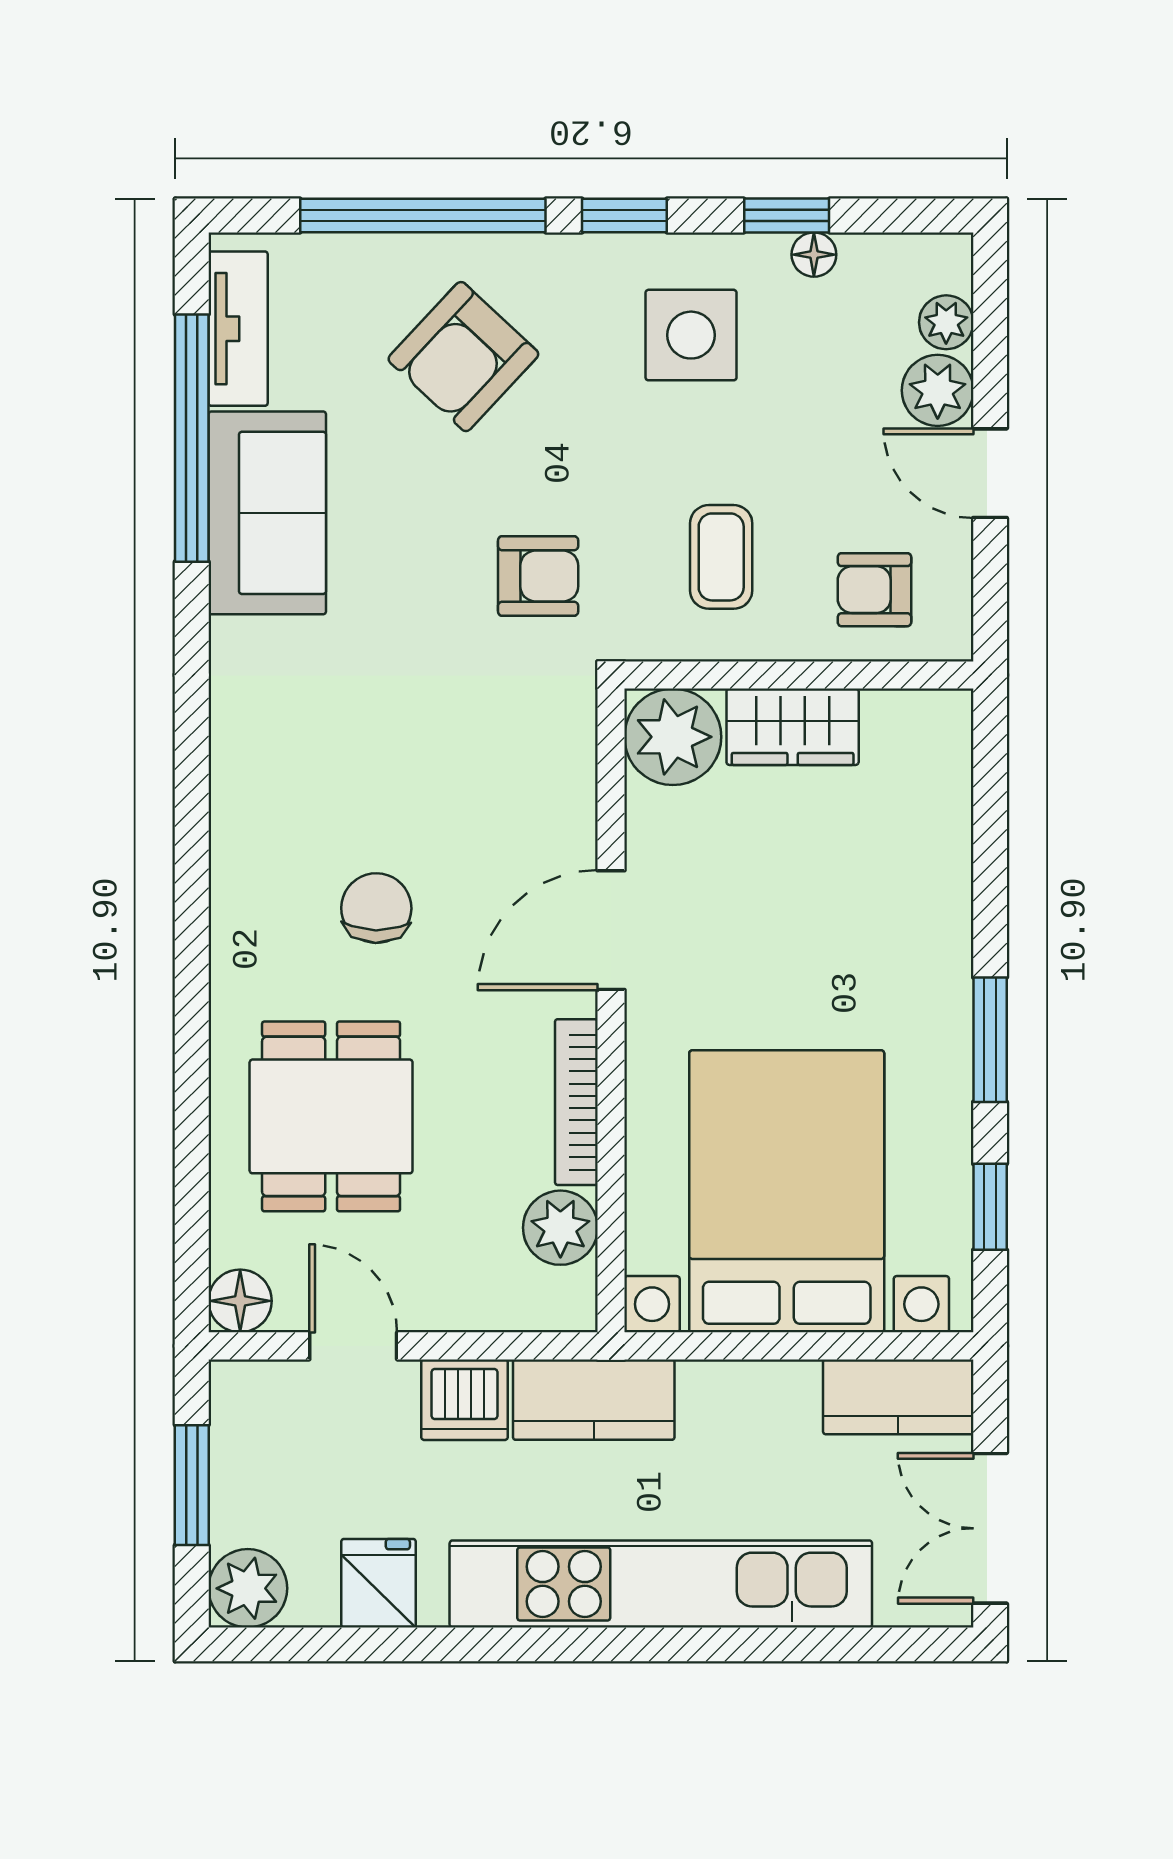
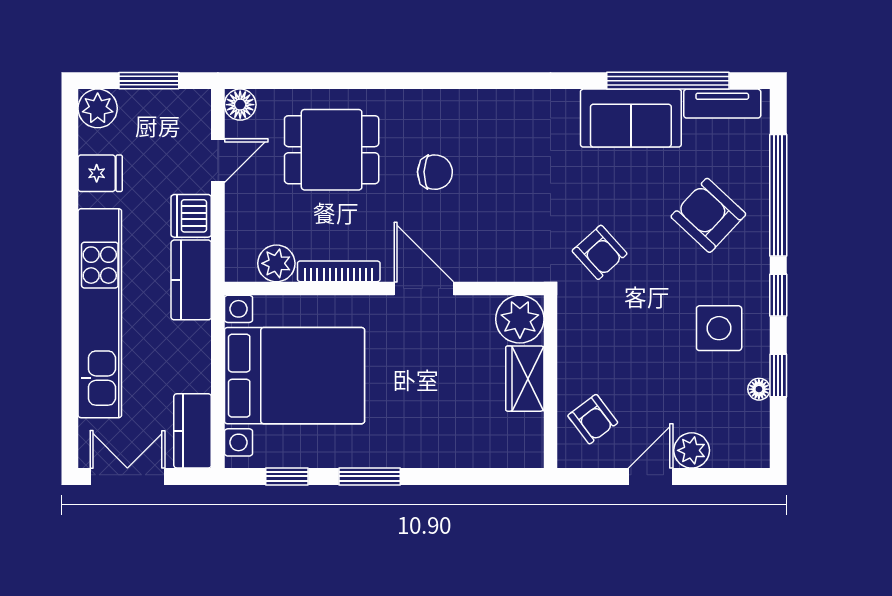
plant: (946, 322) -> (725, 455), removed
coffee table: (721, 557) -> (609, 343), removed
armchair: (538, 576) -> (600, 252), turned -42
armchair: (874, 590) -> (593, 419), turned 143

